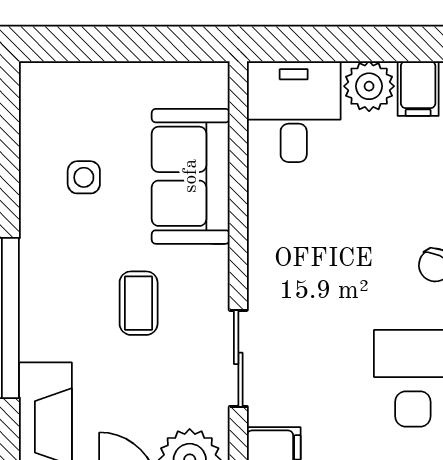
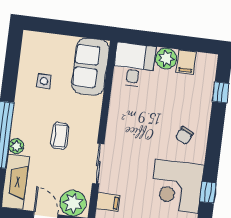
sofa: (191, 176) -> (91, 67), moved
plant: (37, 341) -> (16, 146), added

